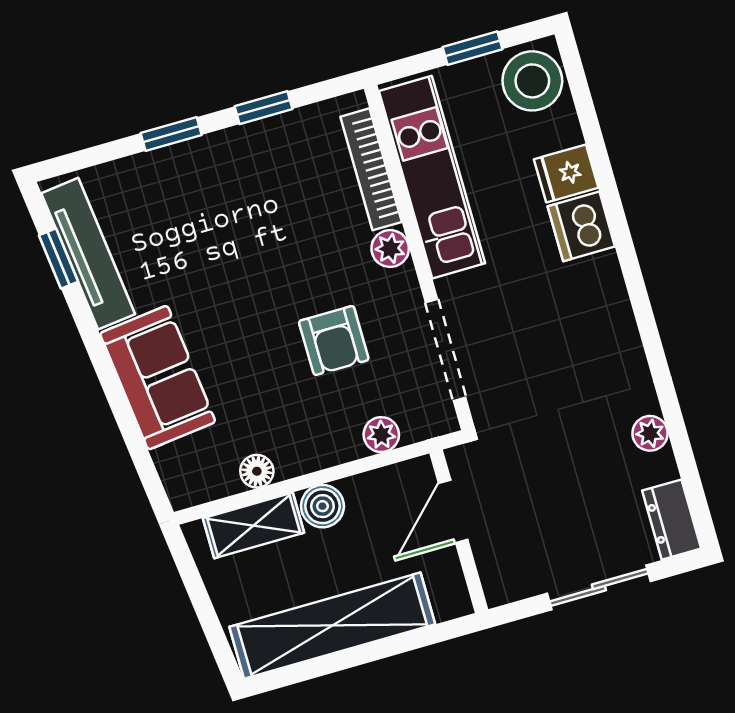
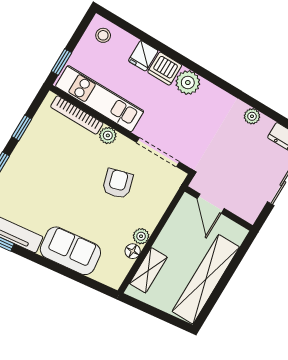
window: (472, 48) -> (62, 62), moved
stool: (532, 81) -> (103, 35), width x0.53, depth x0.53
plant: (598, 283) -> (188, 83), added
armchair: (334, 340) -> (118, 184), turned -106
plant: (381, 435) -> (141, 236), moved
boiler: (322, 506) -> (165, 242), removed

